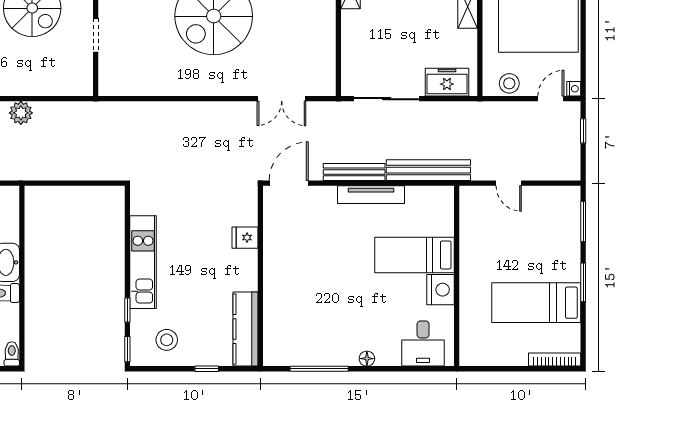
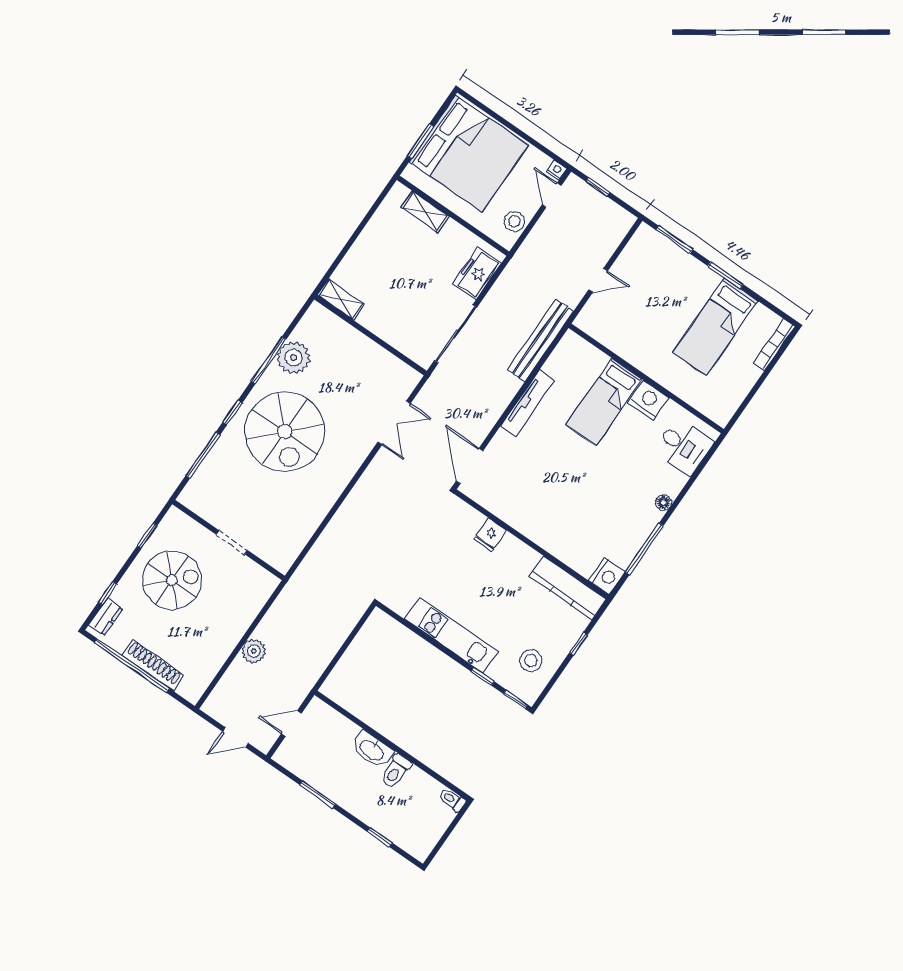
bench: (354, 172) -> (498, 404), removed
nightstand: (277, 354) -> (607, 576), added

